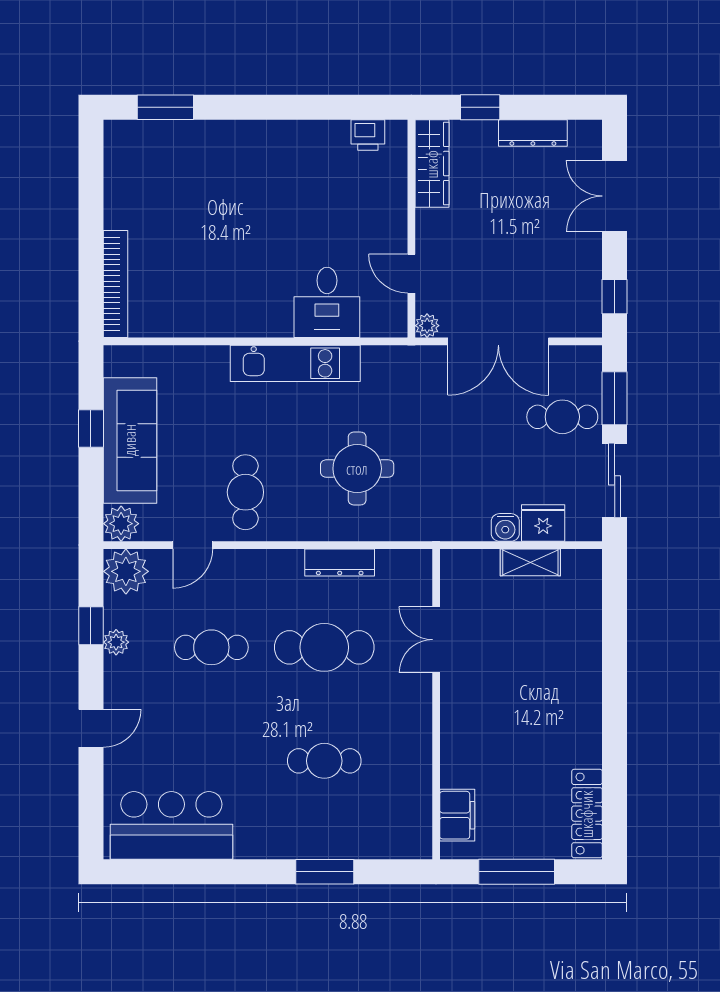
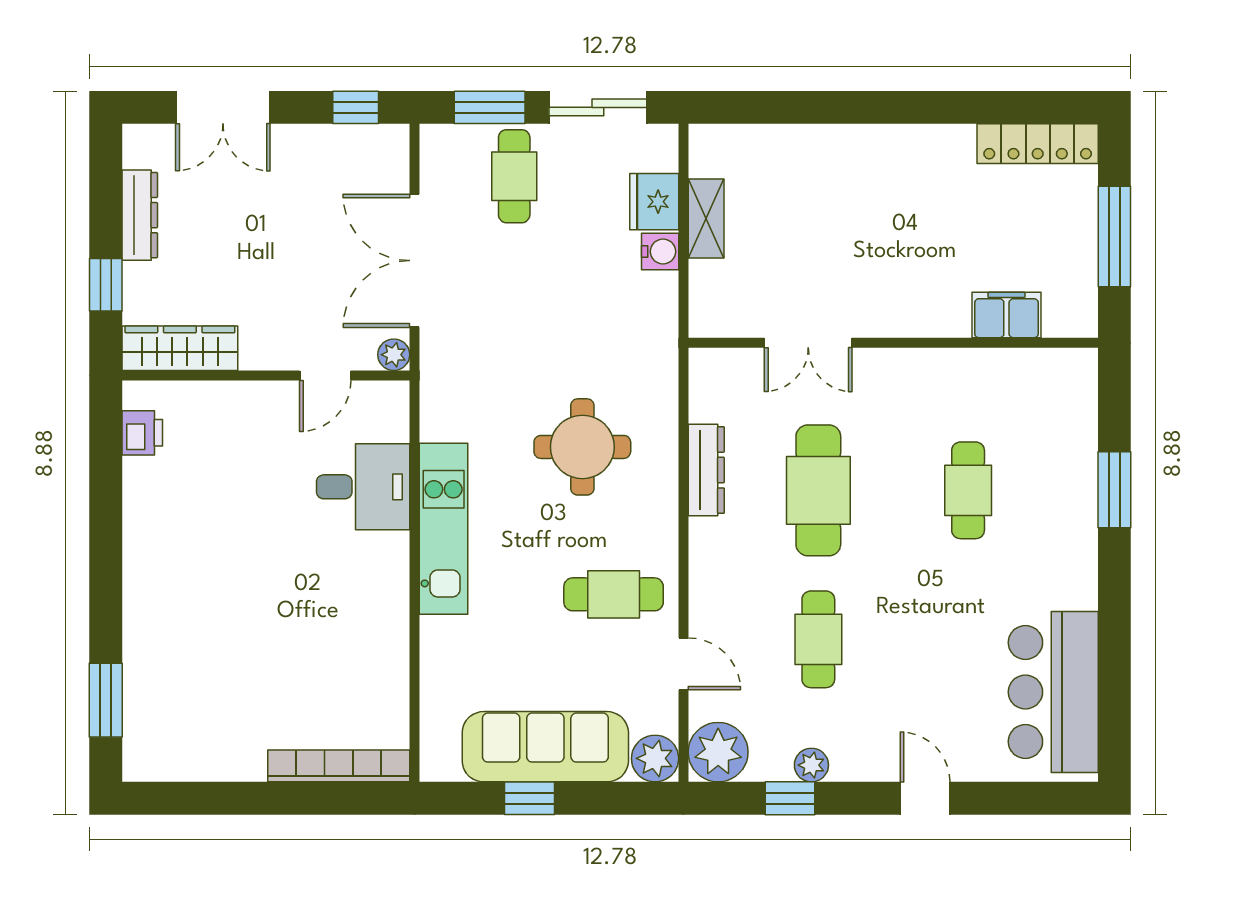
double door: (498, 341) -> (415, 261), swing flipped
filing cabinet: (457, 815) -> (1006, 315), moved

